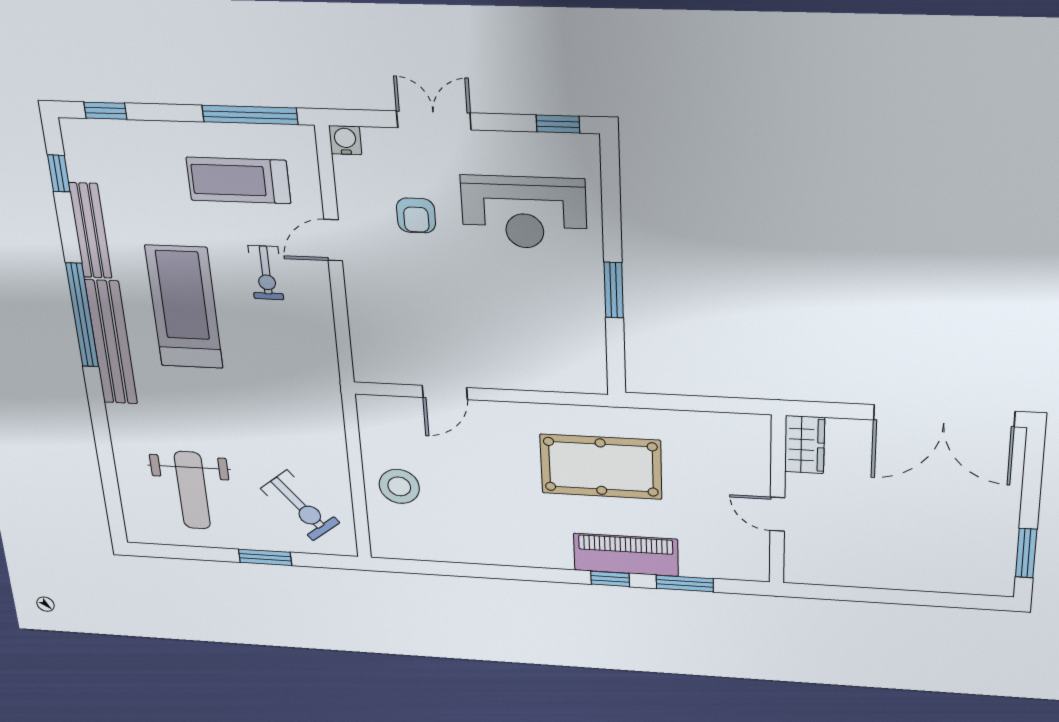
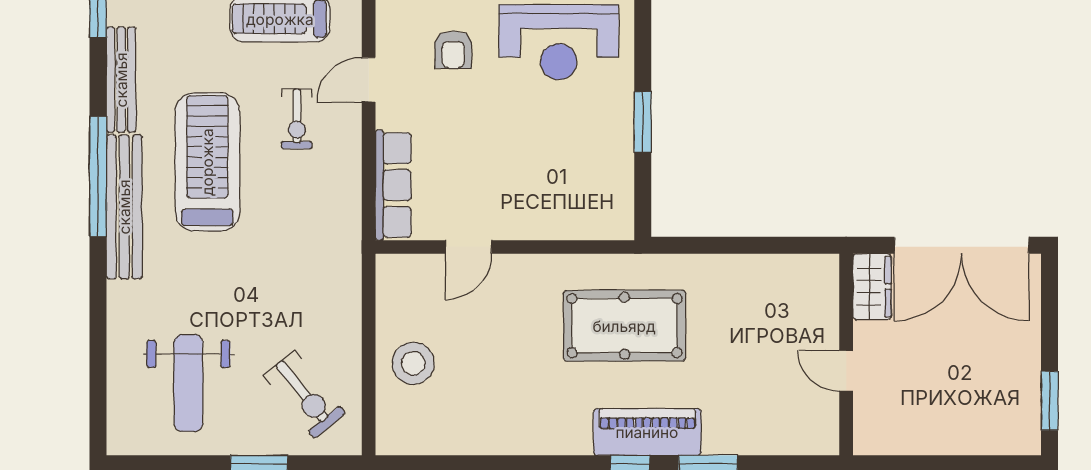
row of seats: (367, 335) -> (393, 185), added
wardrobe: (805, 445) -> (872, 287), moved
wall: (778, 501) -> (846, 355), moved
door: (777, 514) -> (846, 371), moved

